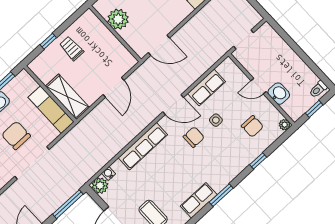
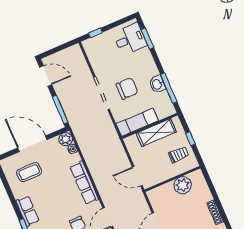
plant: (118, 19) -> (183, 185), moved
wall: (115, 33) -> (172, 179), moved
shelving: (67, 97) -> (156, 132), moved

